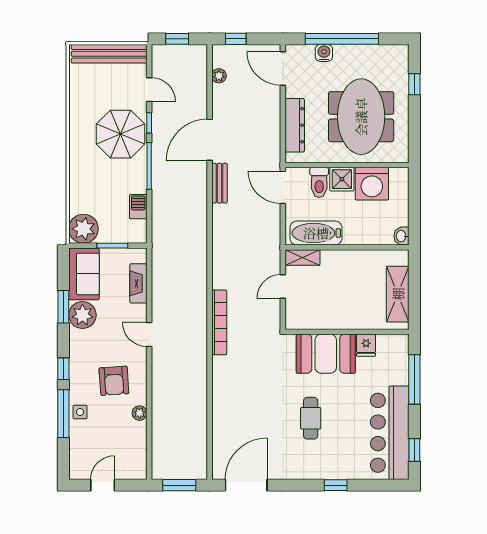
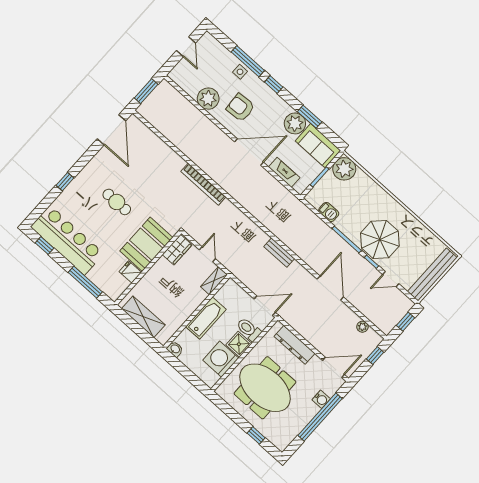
bench: (219, 183) -> (279, 253), moved
bathtub: (316, 233) -> (206, 318), moved
wardrobe: (304, 319) -> (177, 250), added
bookcase: (219, 322) -> (203, 184), moved
door: (149, 334) -> (249, 152), width x1.88
plant: (140, 413) -> (208, 99), width x1.88, depth x1.88

